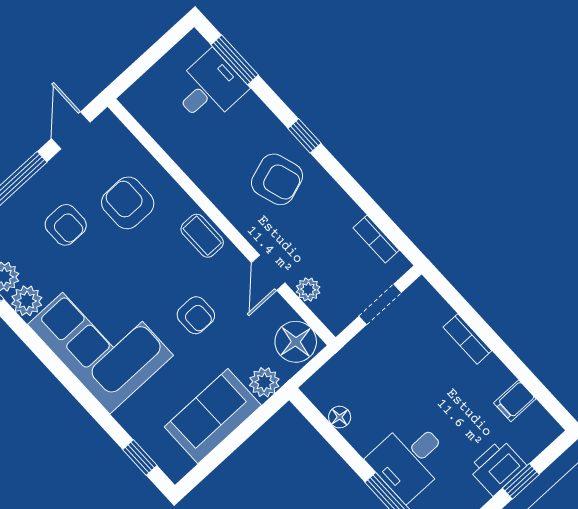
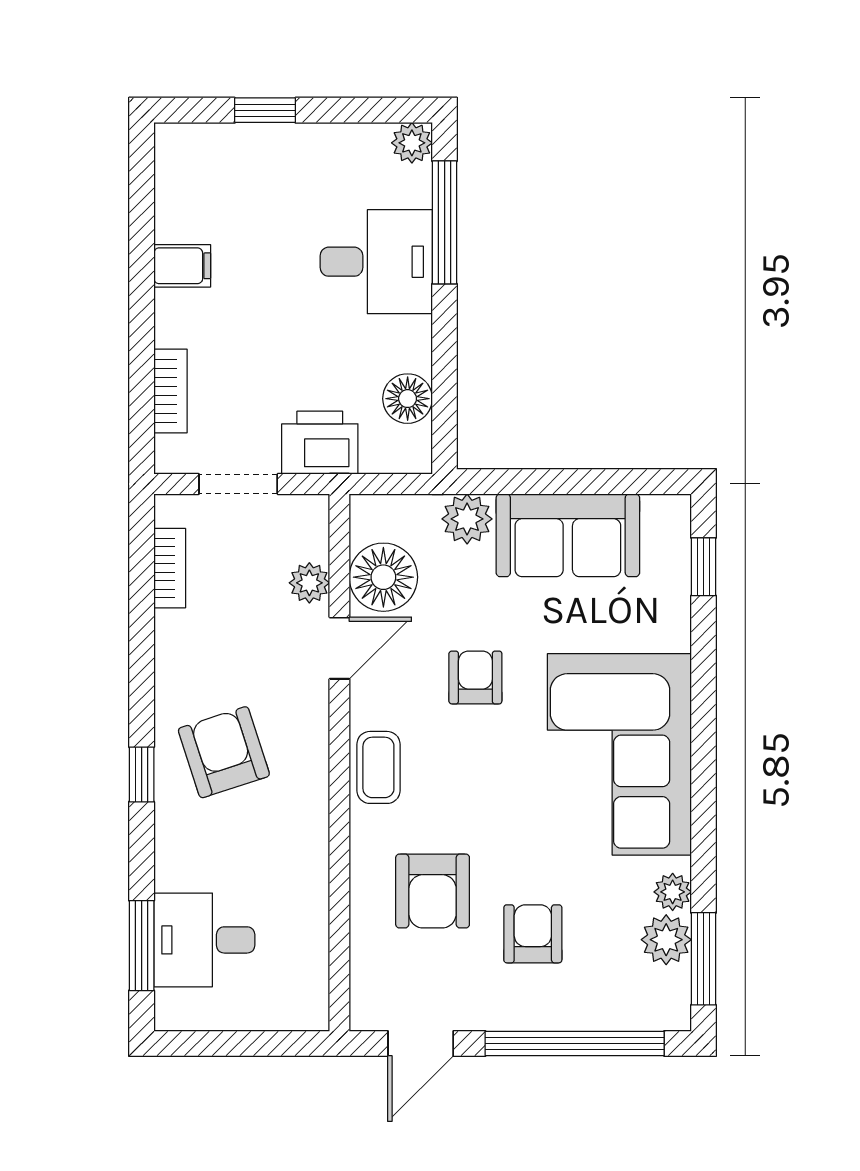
plant: (27, 301) -> (673, 892), width x0.73, depth x0.73
bookcase: (467, 339) -> (171, 391), moved
floor lamp: (296, 342) -> (383, 577), moved
filing cabinet: (515, 401) -> (182, 266), moved
floor lamp: (340, 417) -> (408, 399), width x1.37, depth x1.37
printer: (497, 467) -> (320, 443), moved, turned 180

